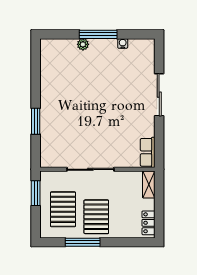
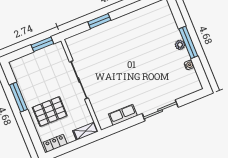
plant: (83, 44) -> (180, 45), moved
row of seats: (148, 152) -> (123, 115), moved
pallet: (63, 209) -> (38, 71), removed
pallet: (96, 217) -> (50, 112), moved

